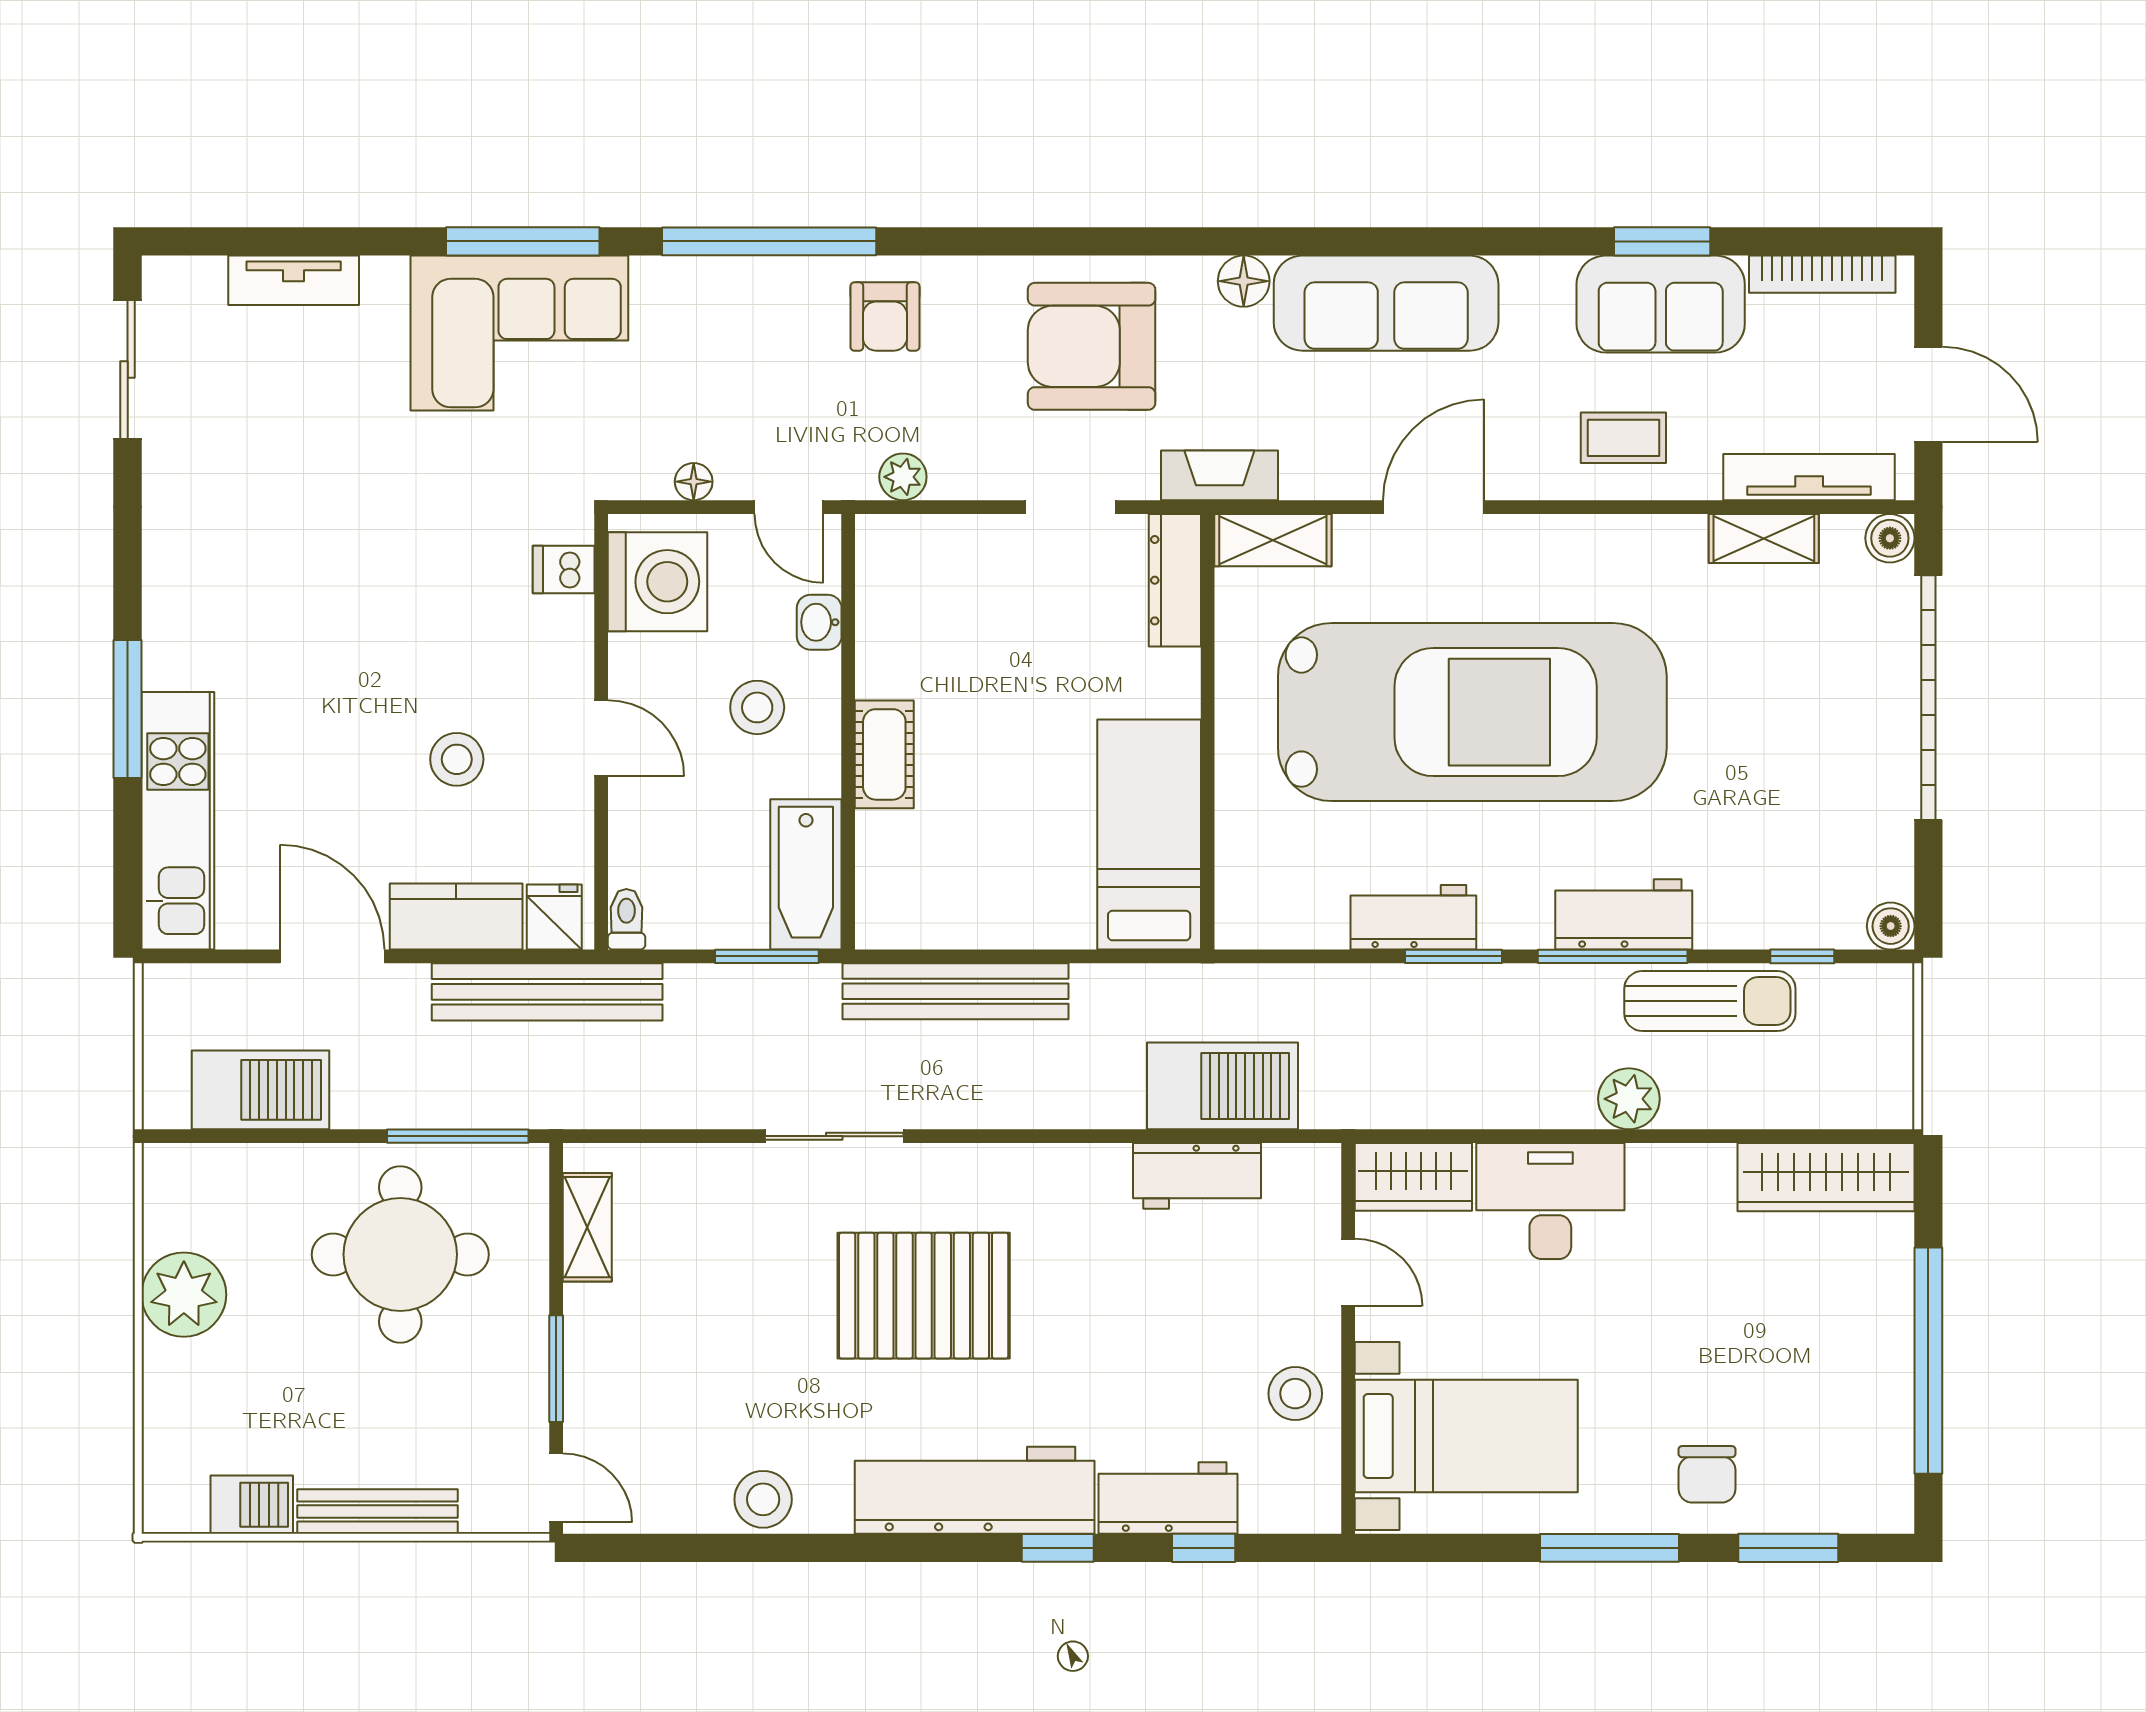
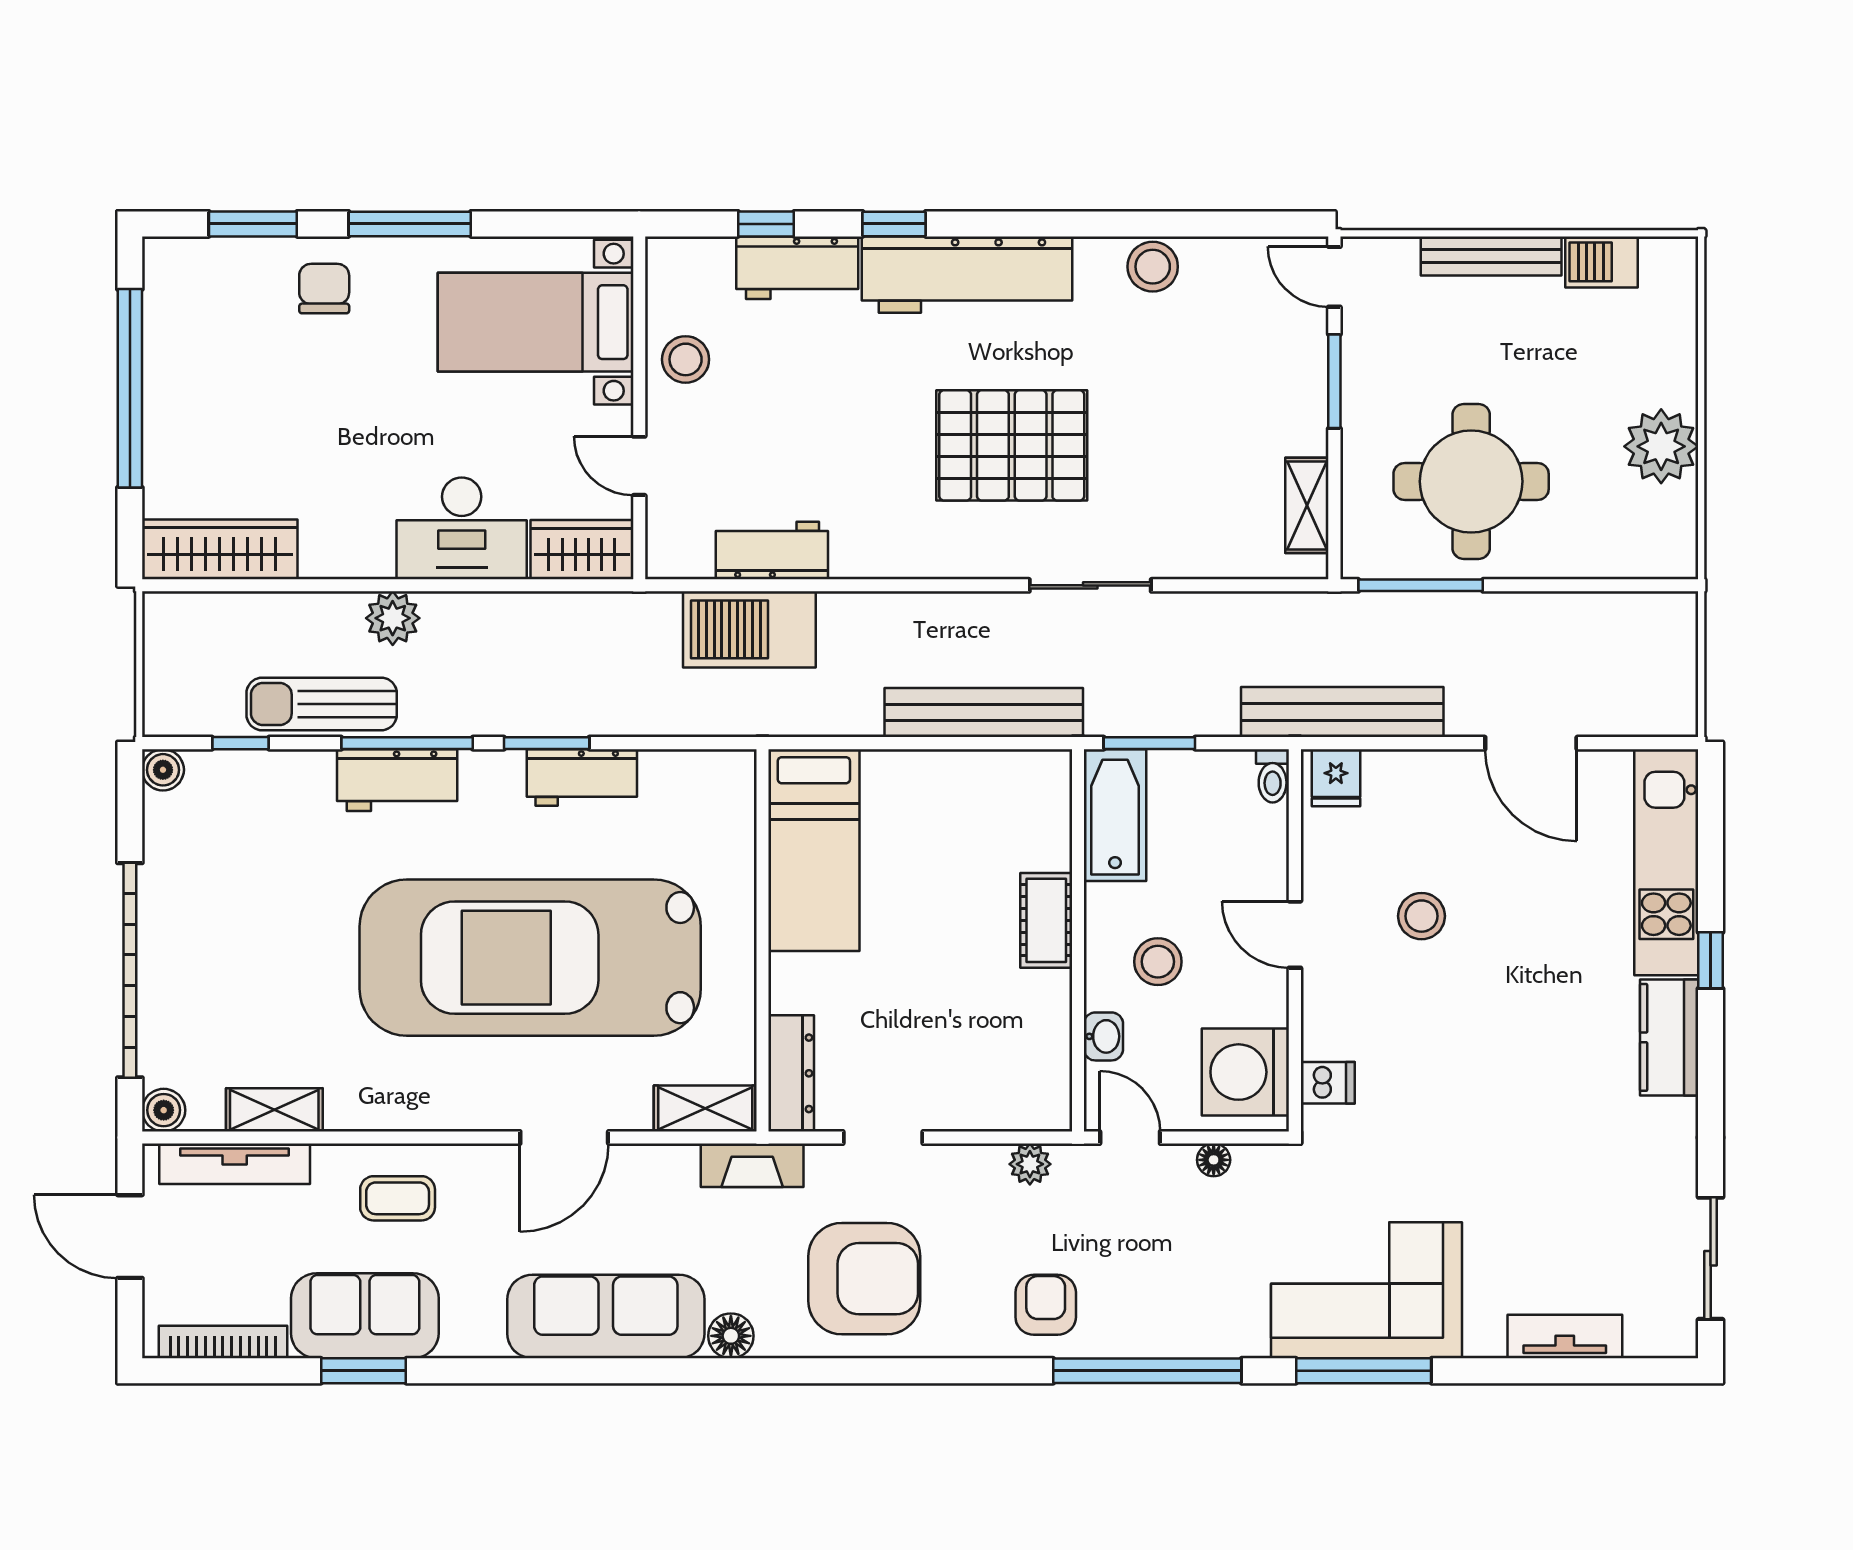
window: (128, 709) -> (1711, 960), width x0.46
kitchen counter: (456, 917) -> (1669, 1037), moved, turned 90
barbecue: (260, 1090) -> (1594, 626), removed

